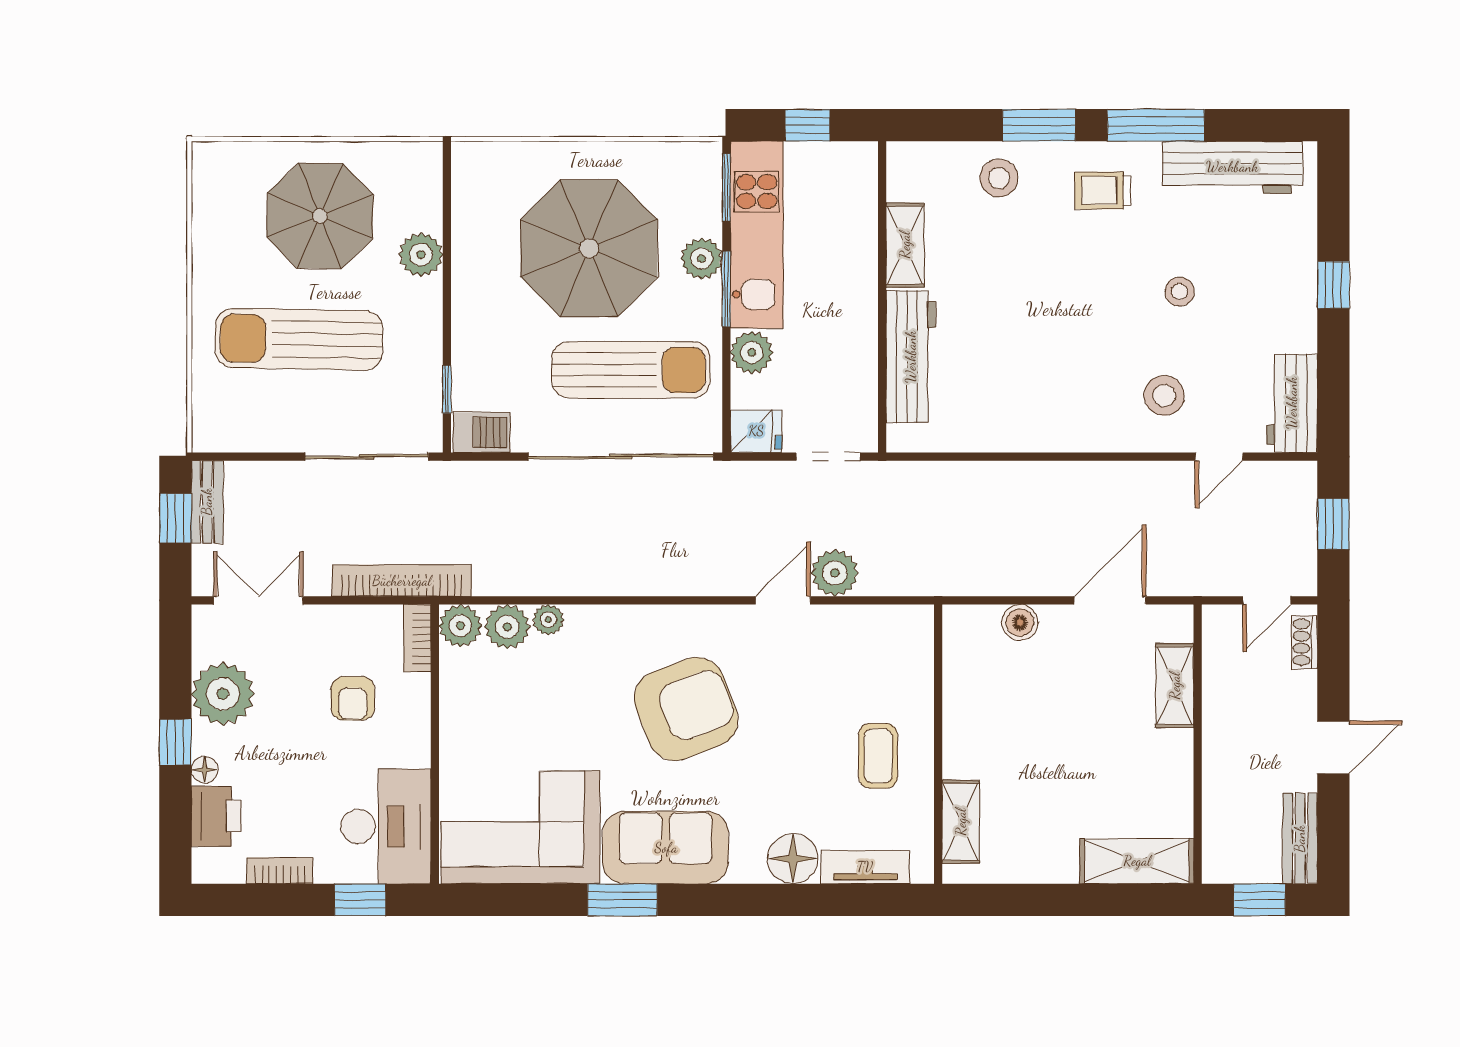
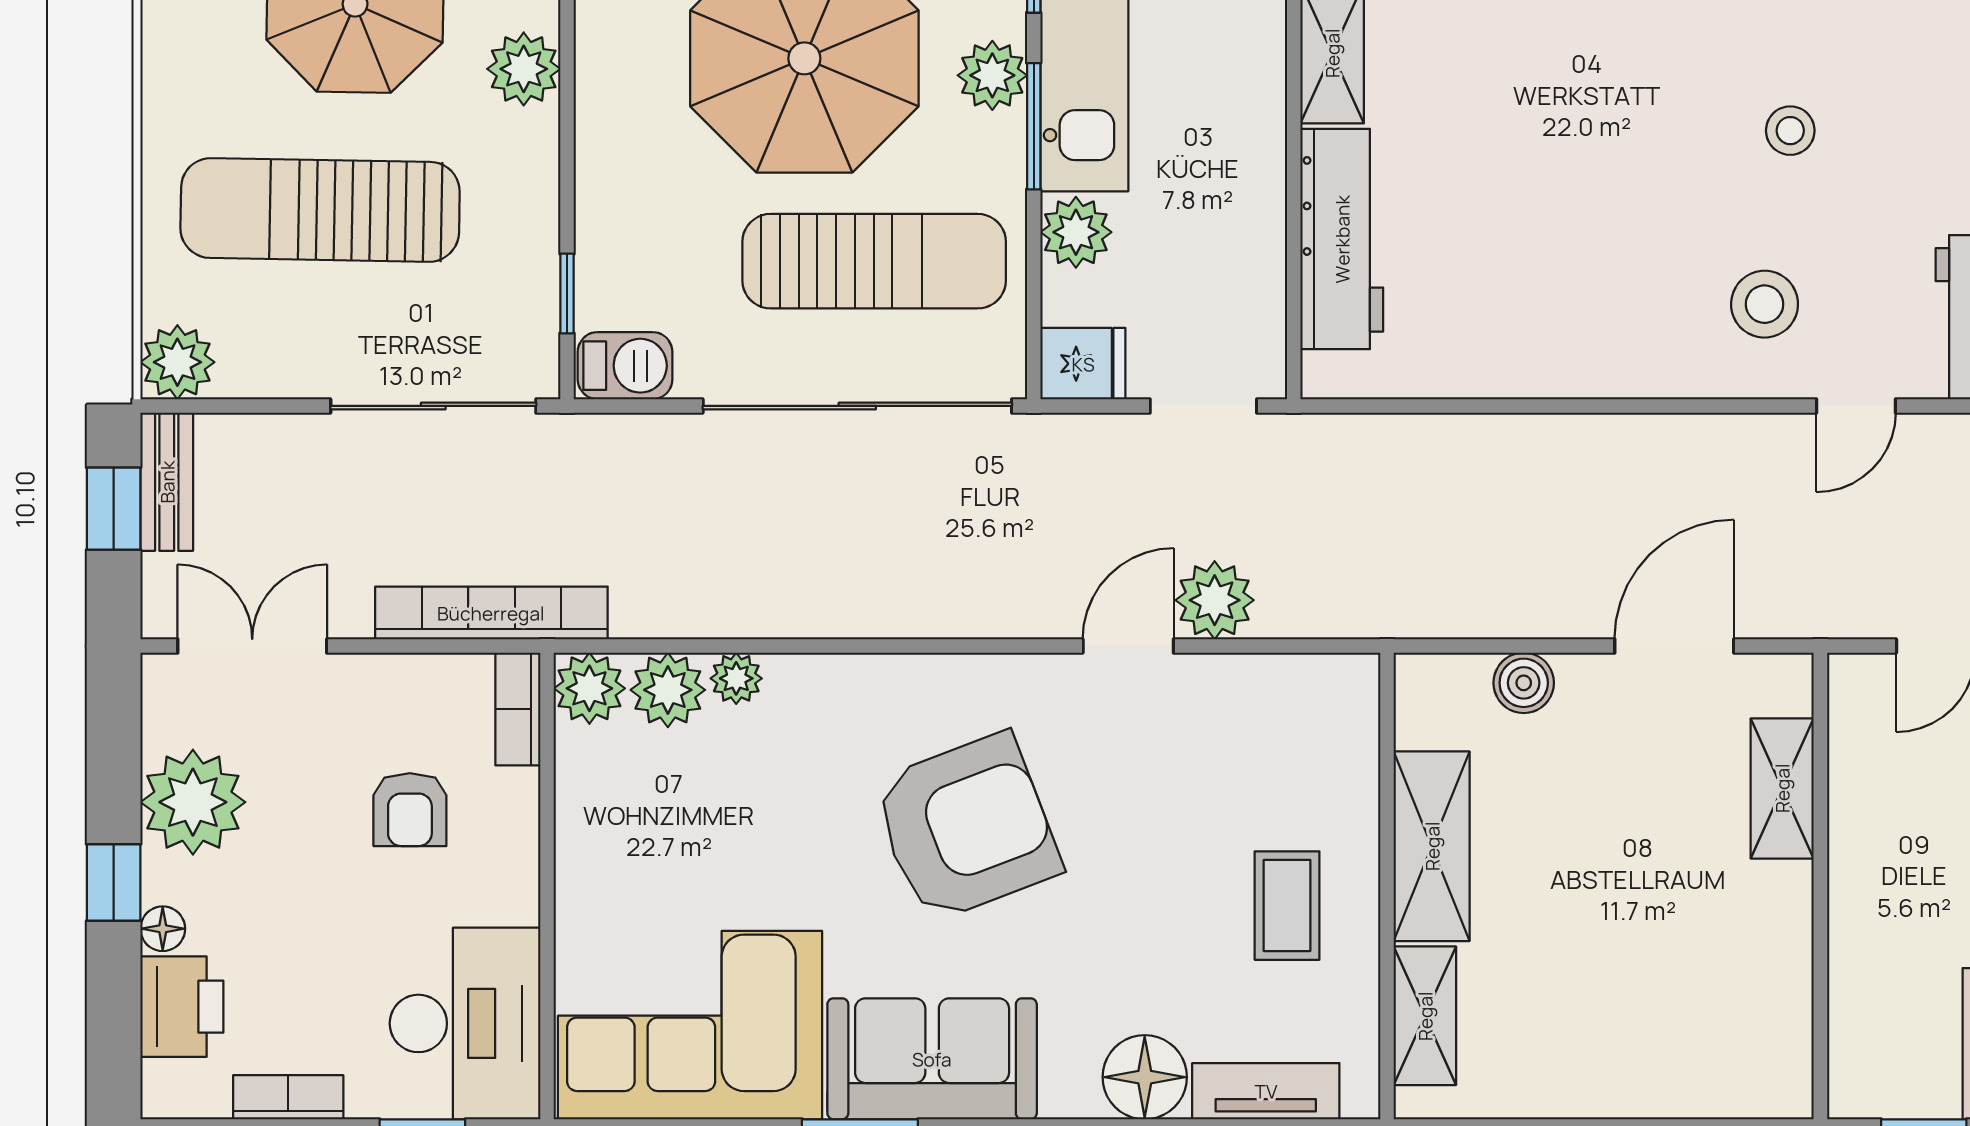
plant: (214, 430) -> (177, 362), added
shelving: (1137, 861) -> (1432, 846), moved, turned 90

